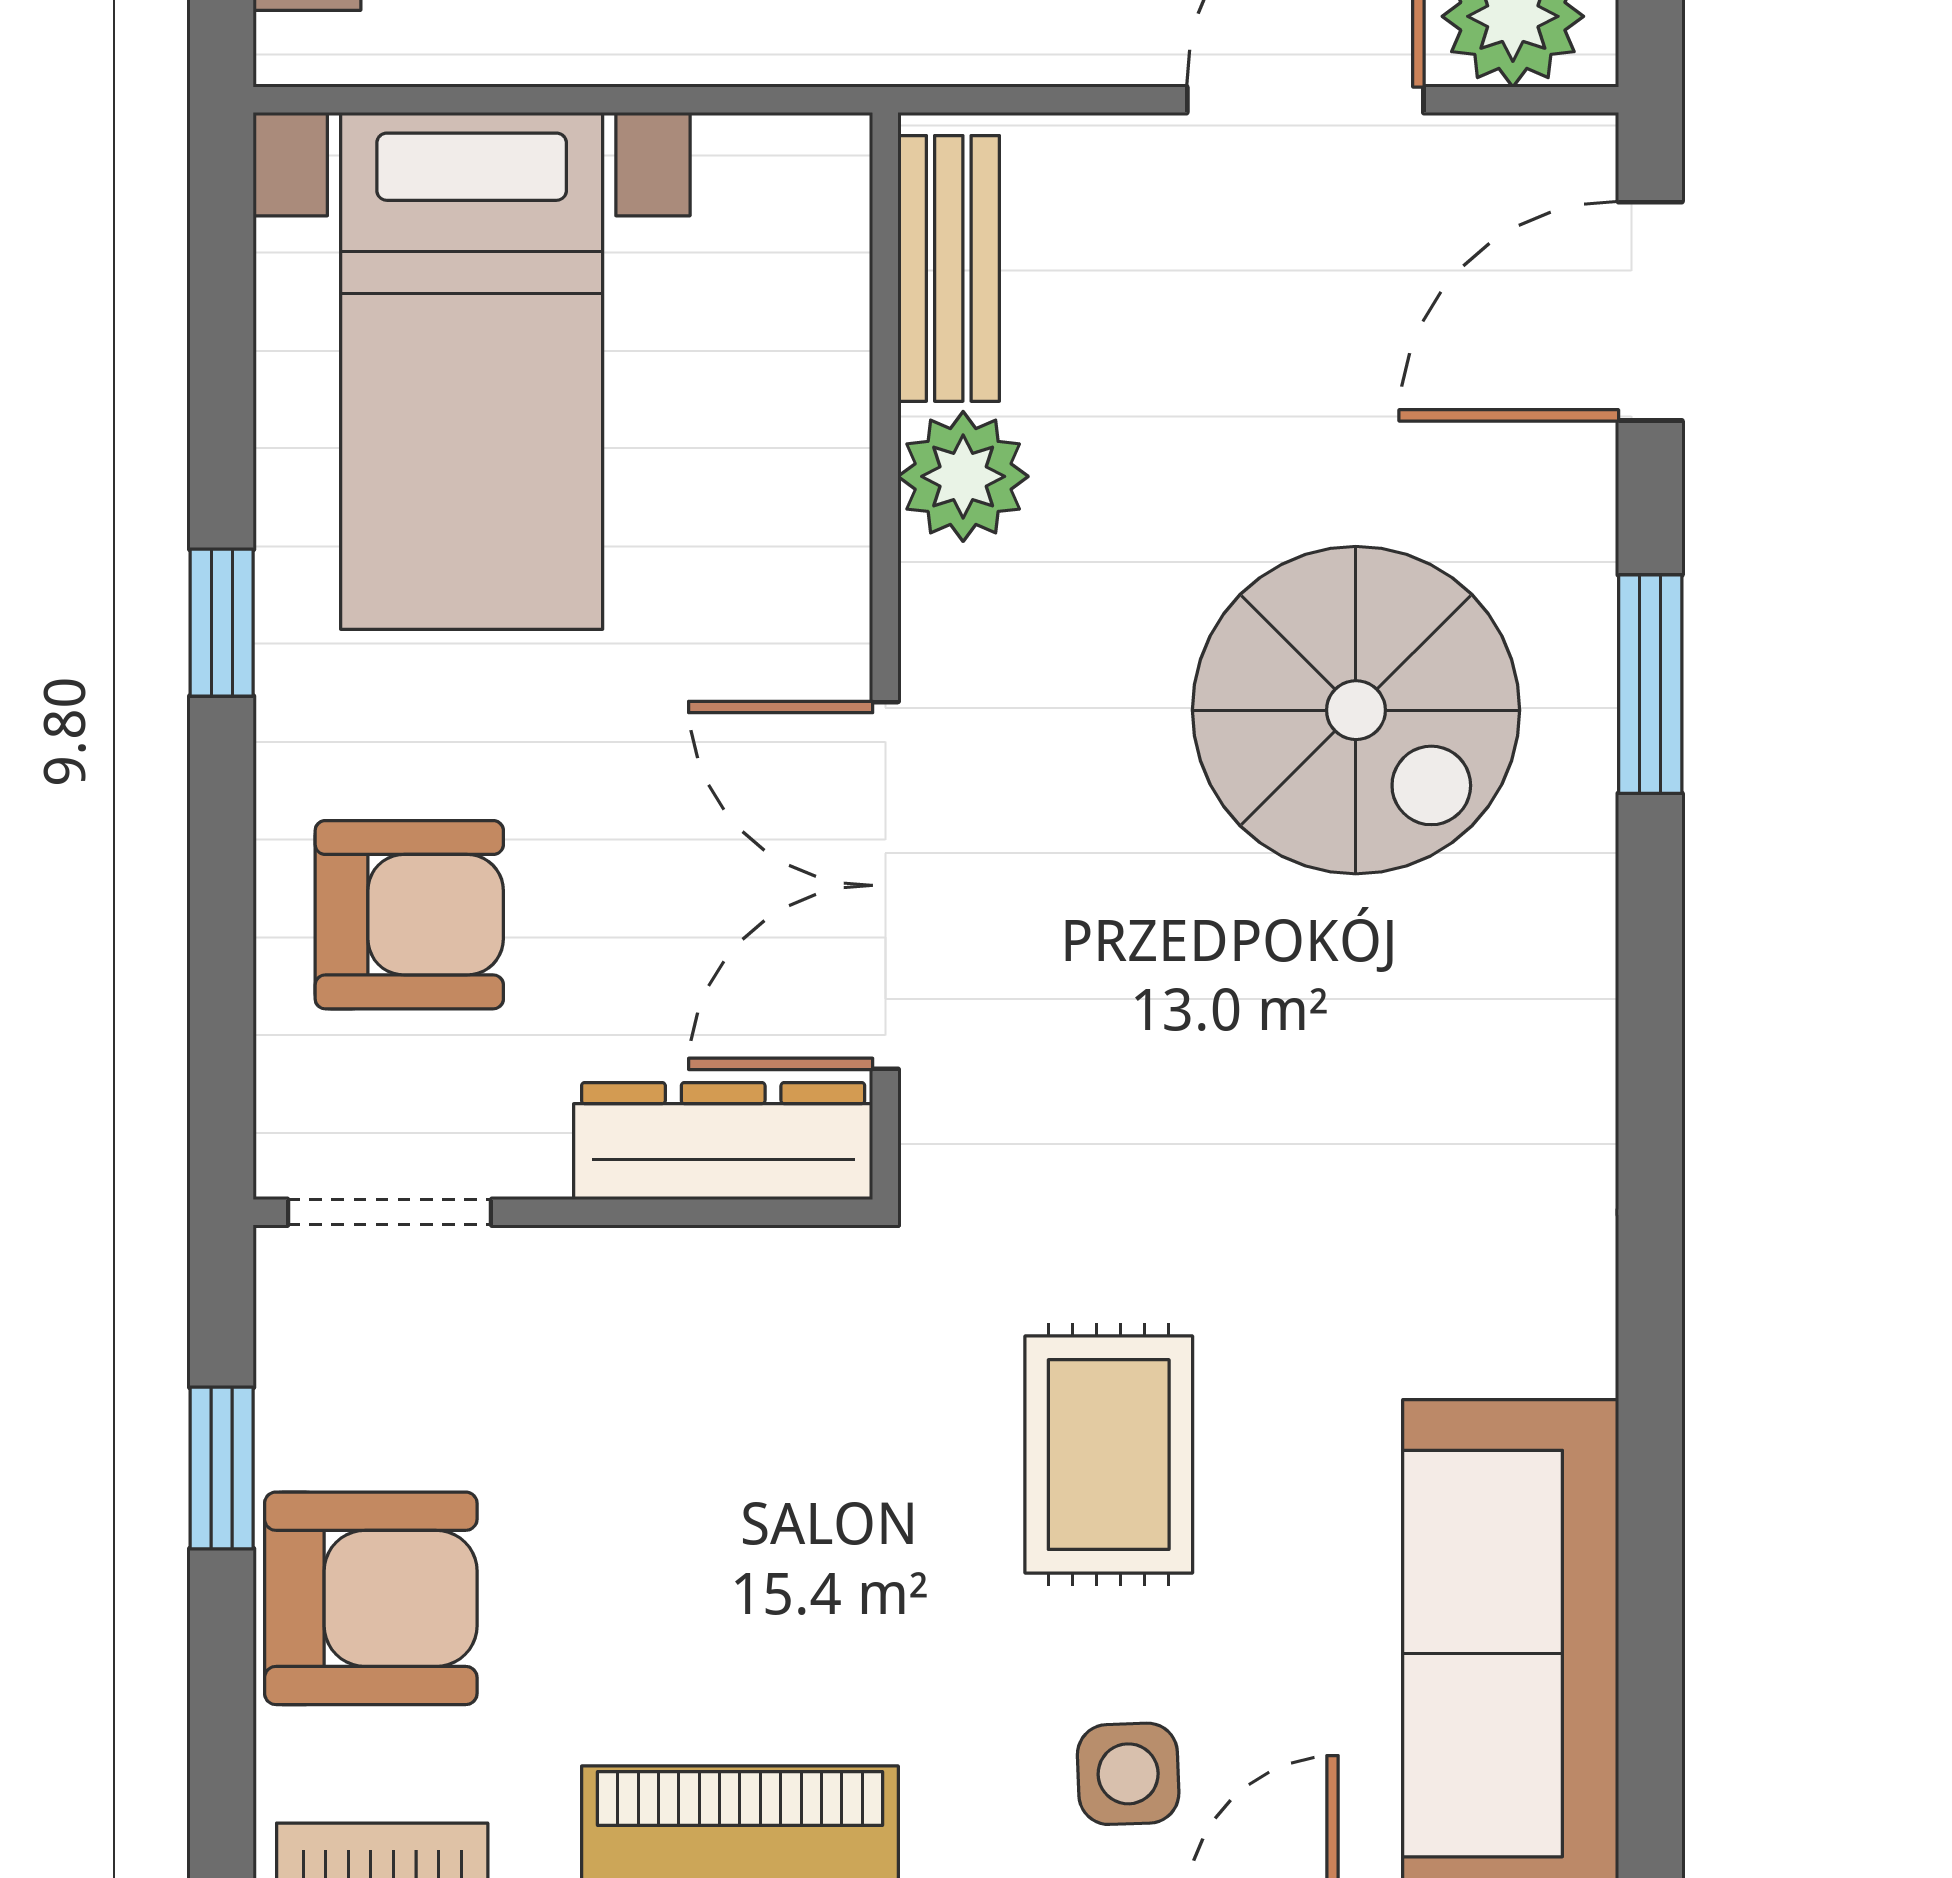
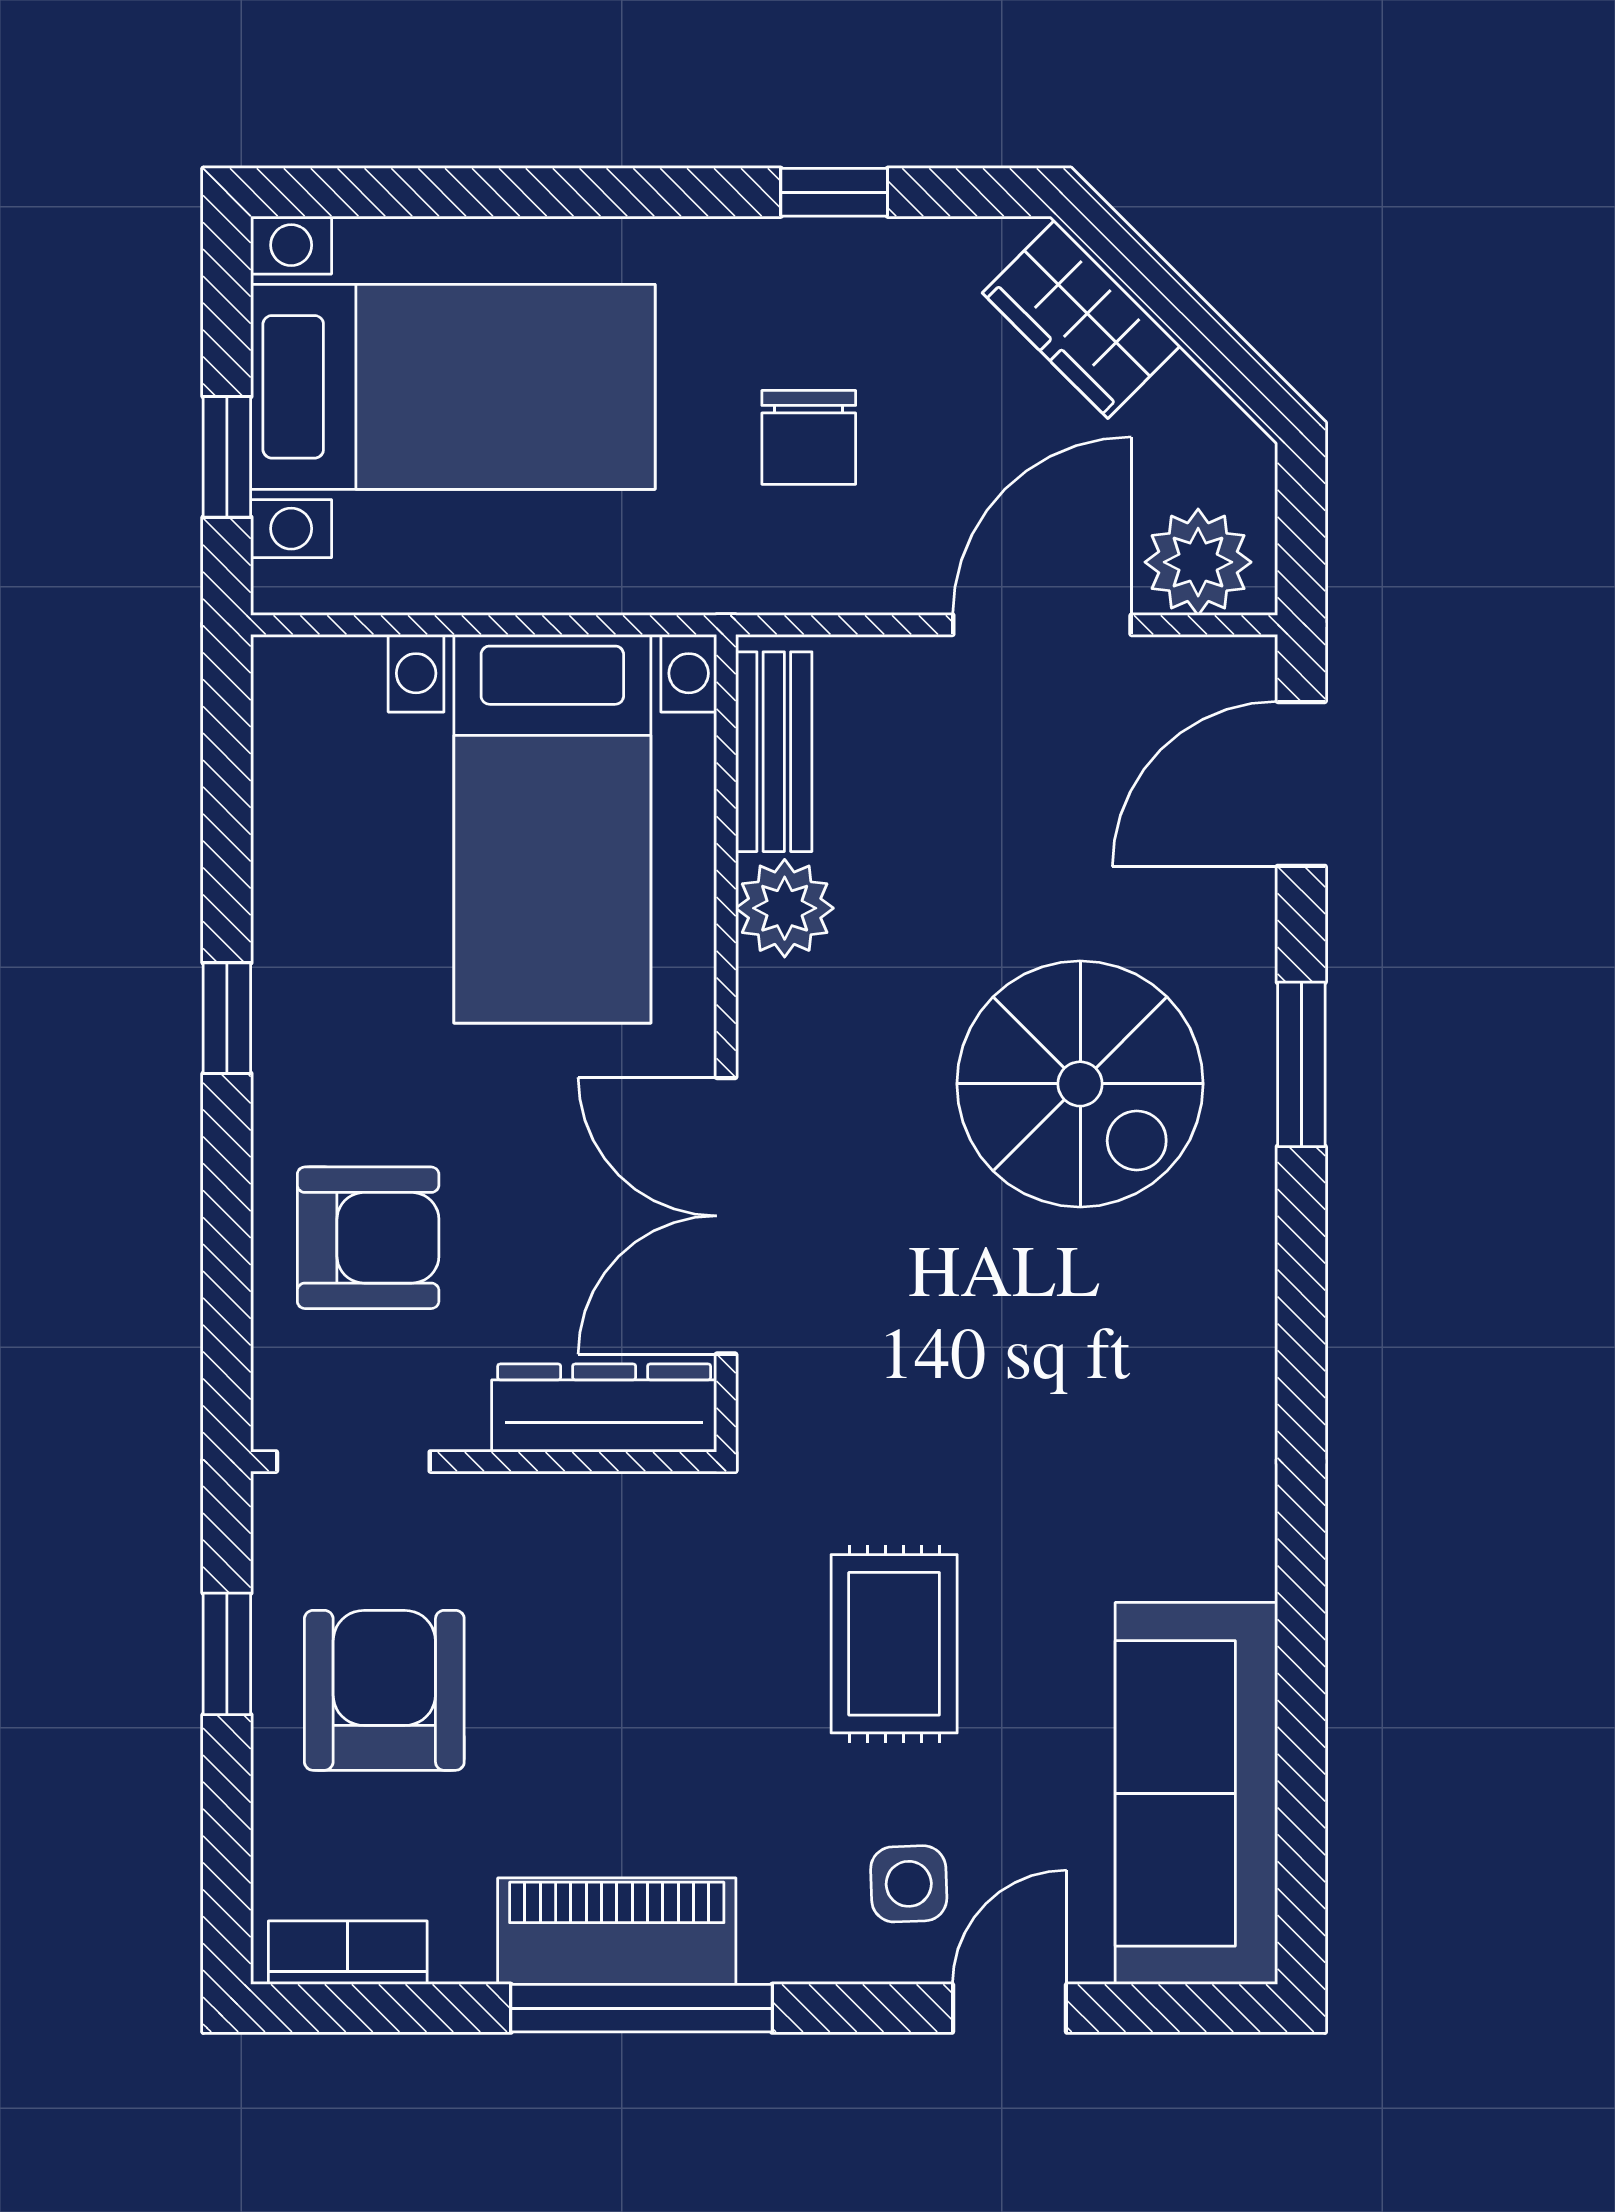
bed with nightstands: (472, 371) -> (552, 829), moved
armchair: (371, 1598) -> (384, 1690), moved, turned -90

